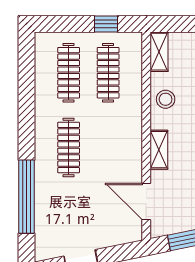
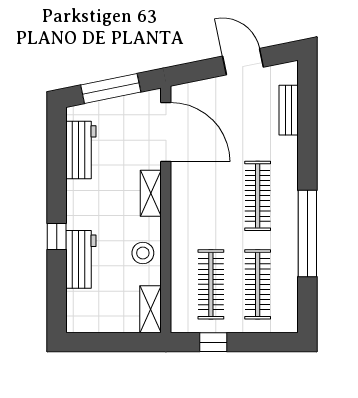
window: (27, 197) -> (307, 234), moved
door: (146, 201) -> (166, 132), width x1.36
bench: (42, 220) -> (289, 110), added

